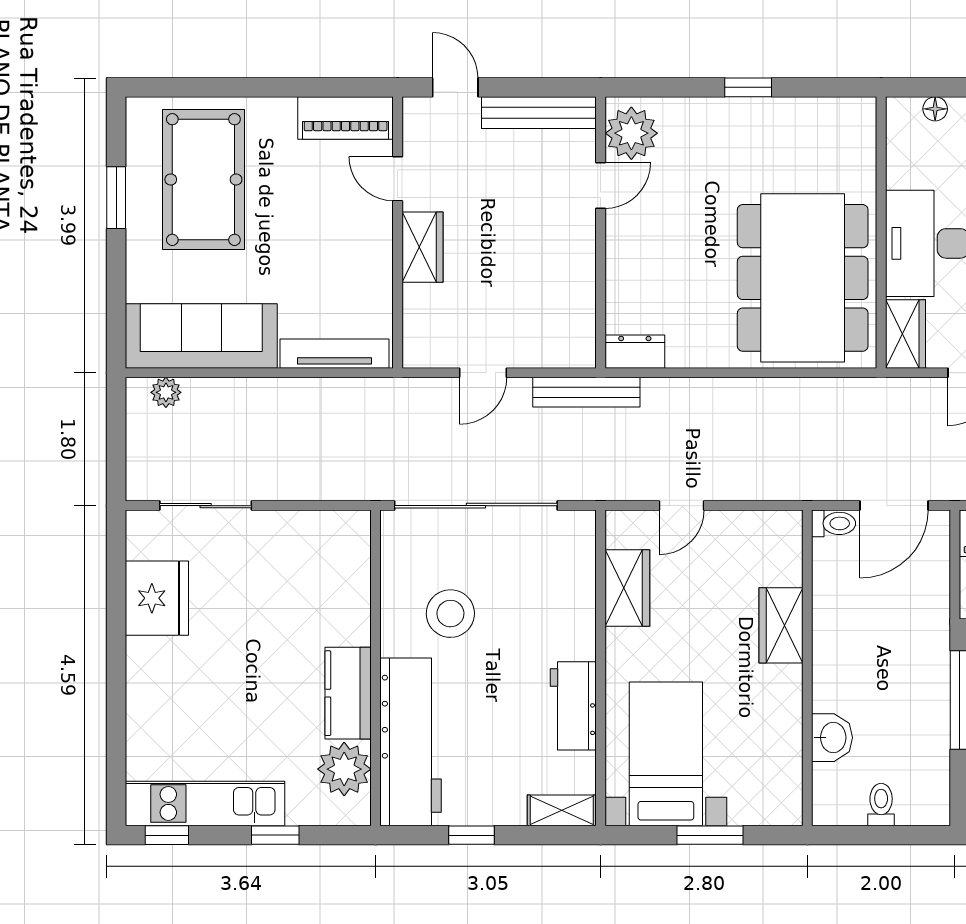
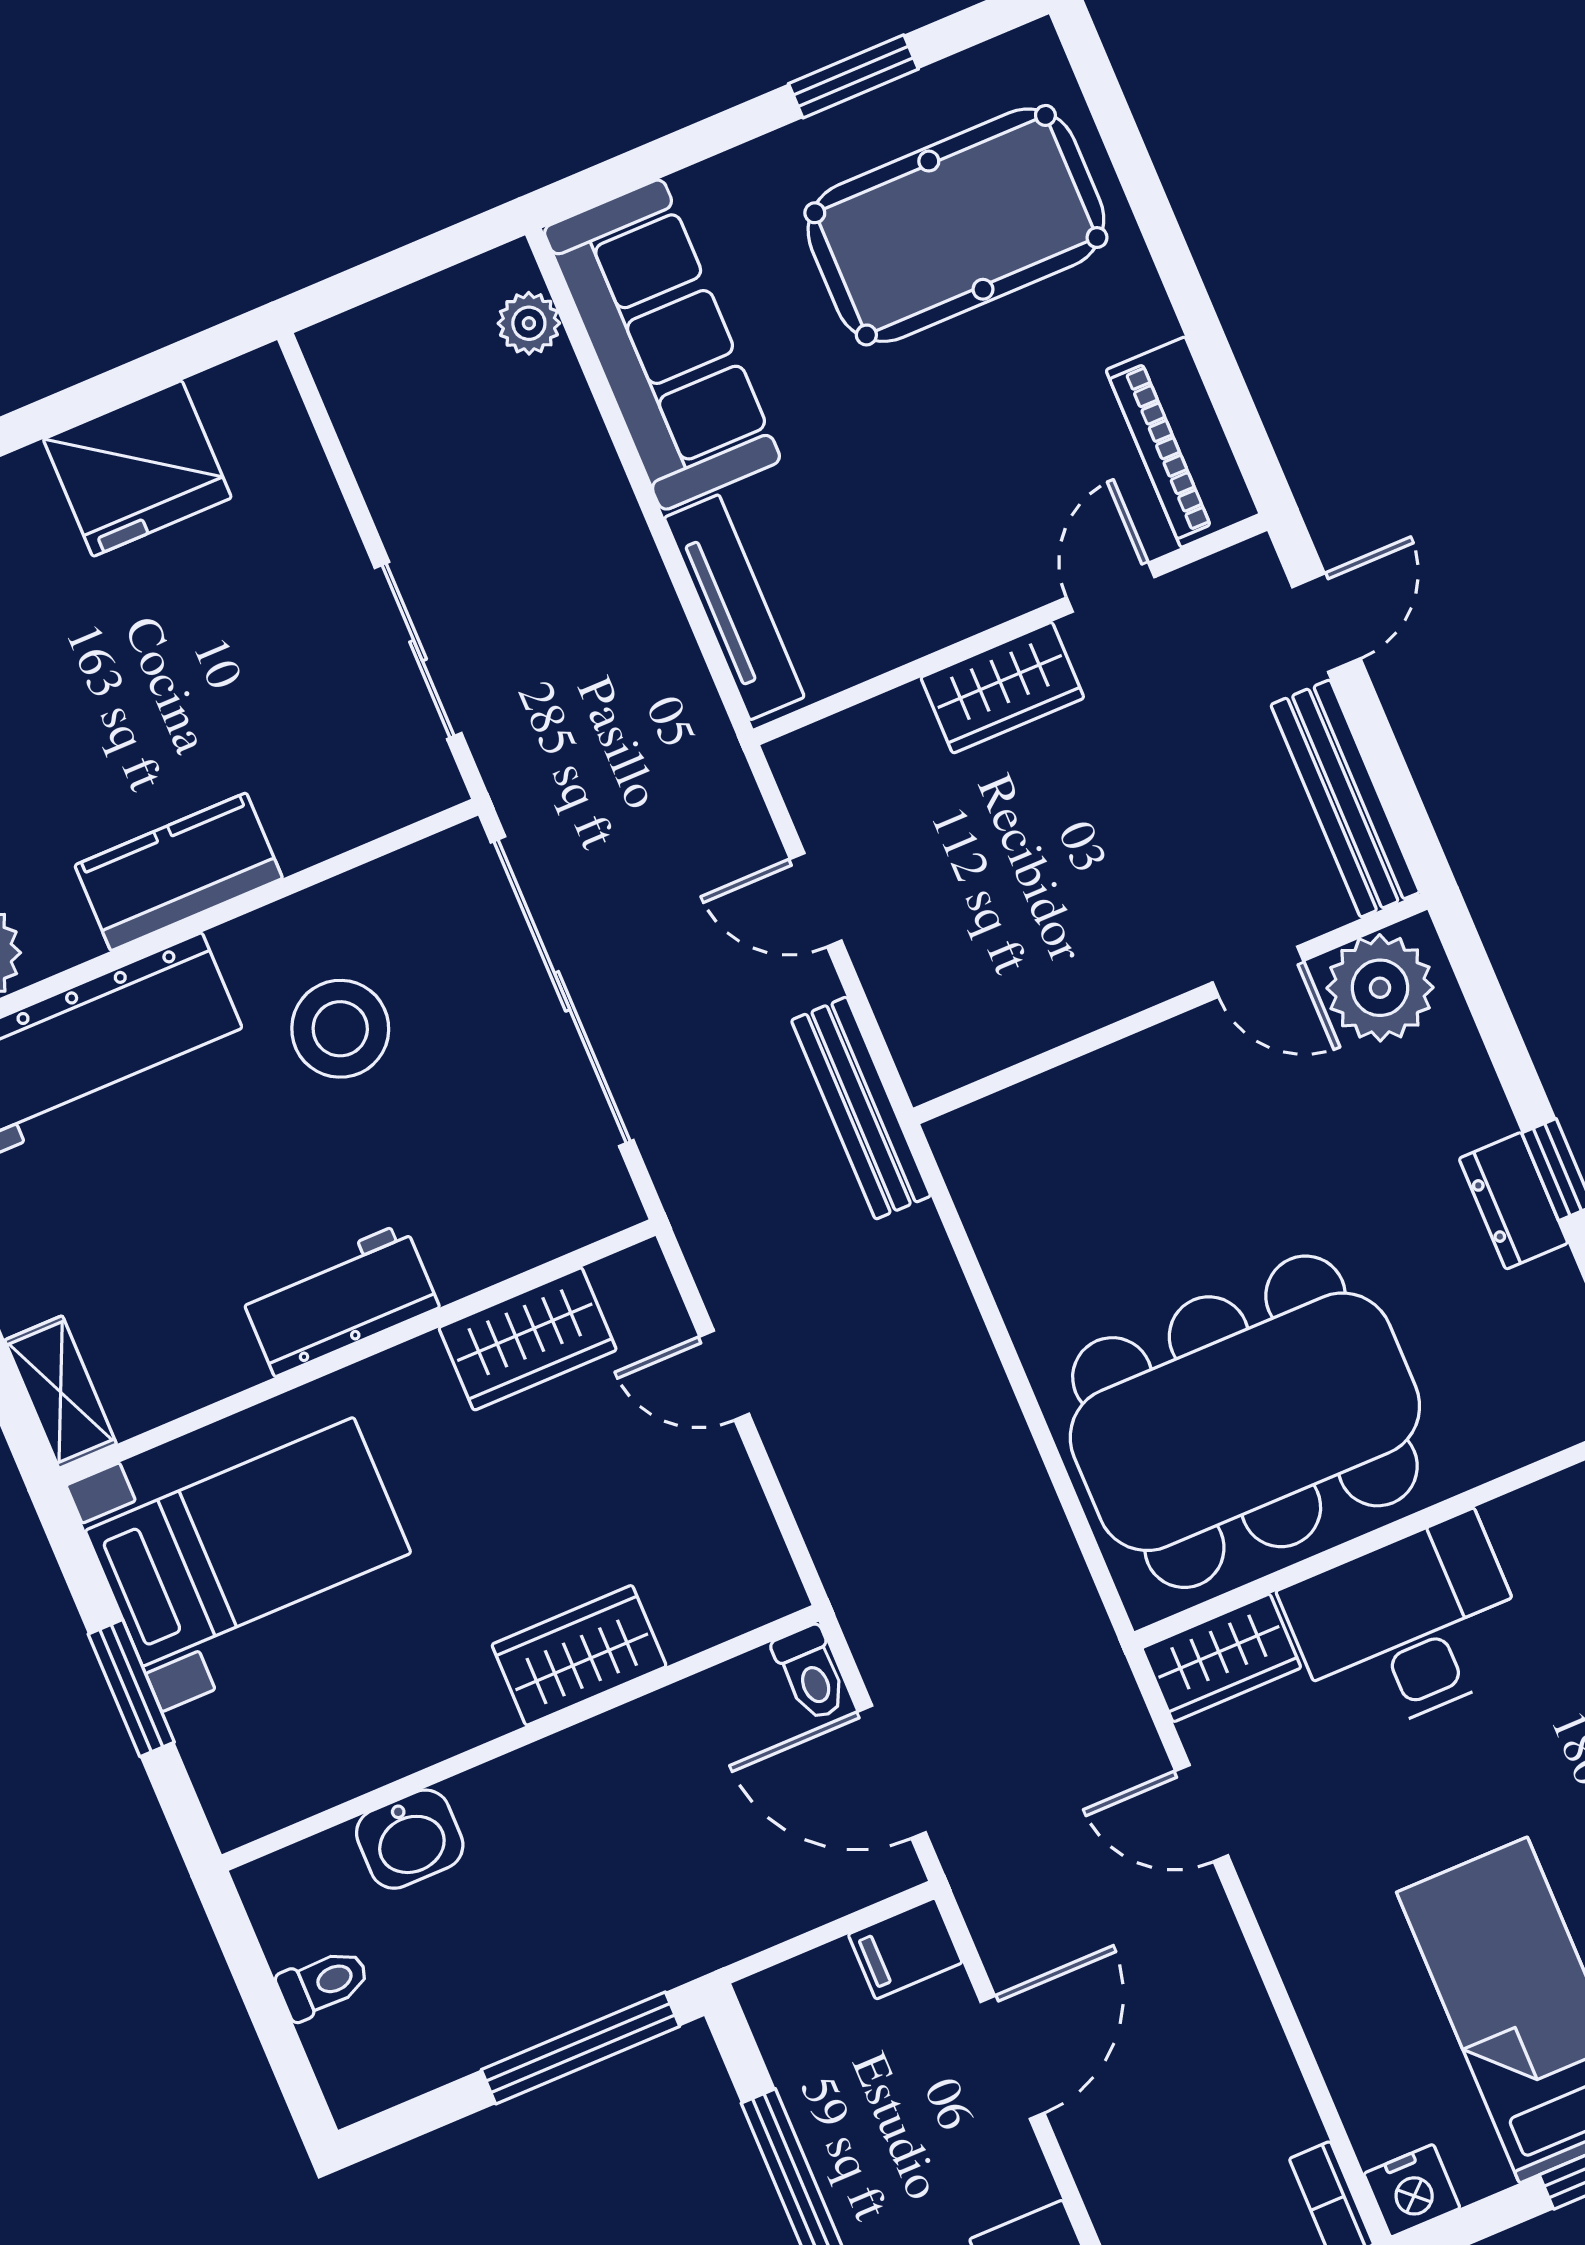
dresser: (635, 352) -> (1513, 1201), moved, turned 180
sliding door: (206, 506) -> (418, 650), moved
kitchen counter: (348, 693) -> (179, 872), moved
workbench: (573, 706) -> (339, 1300), moved

